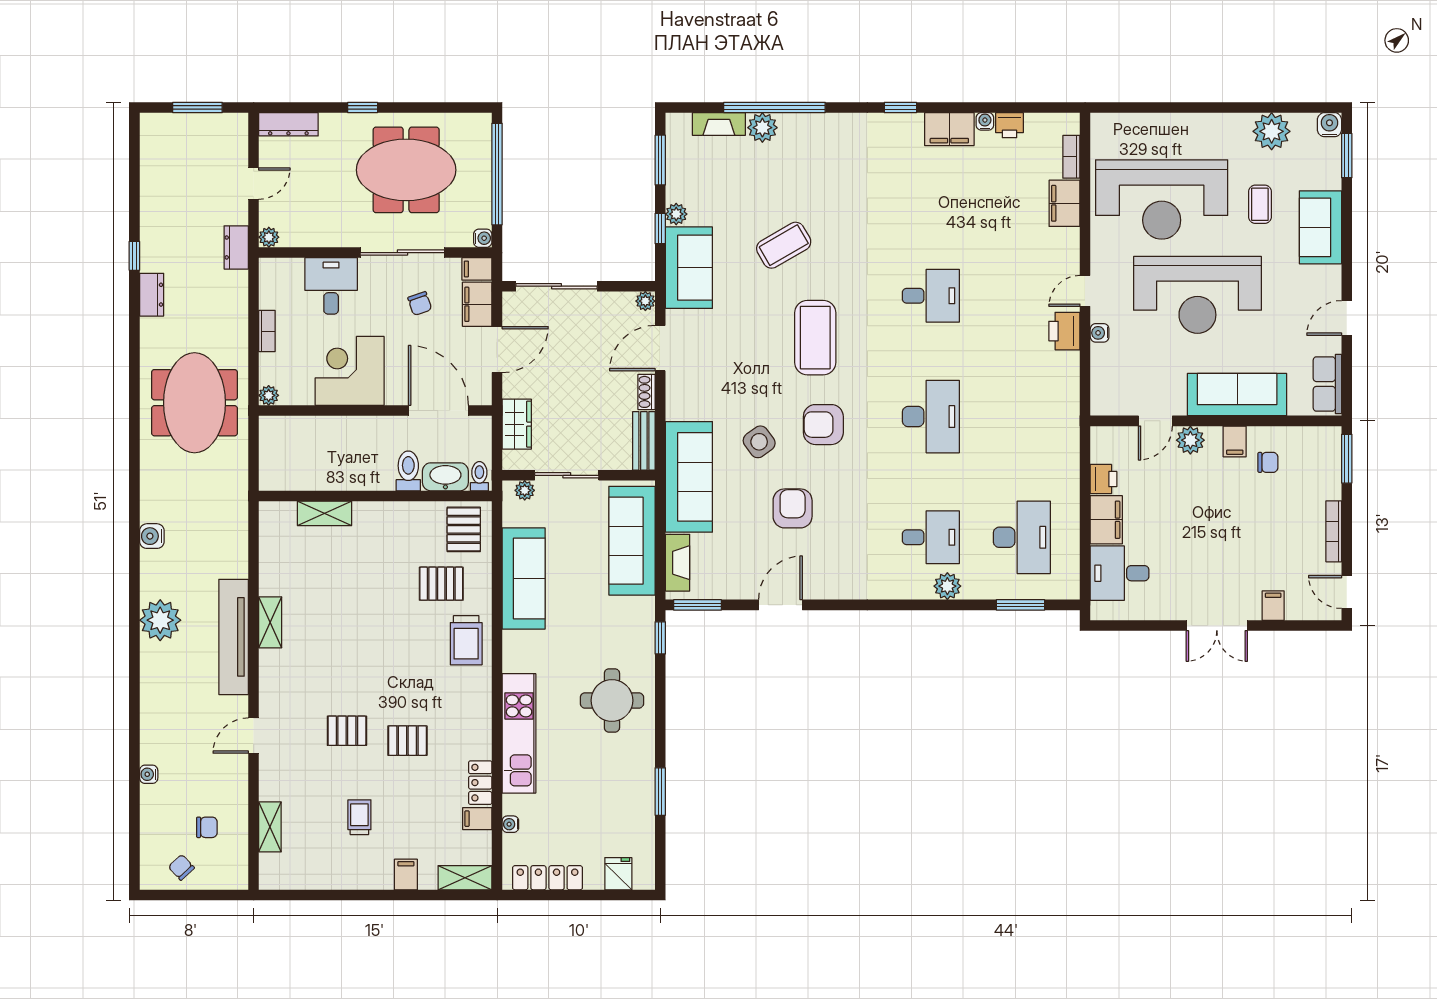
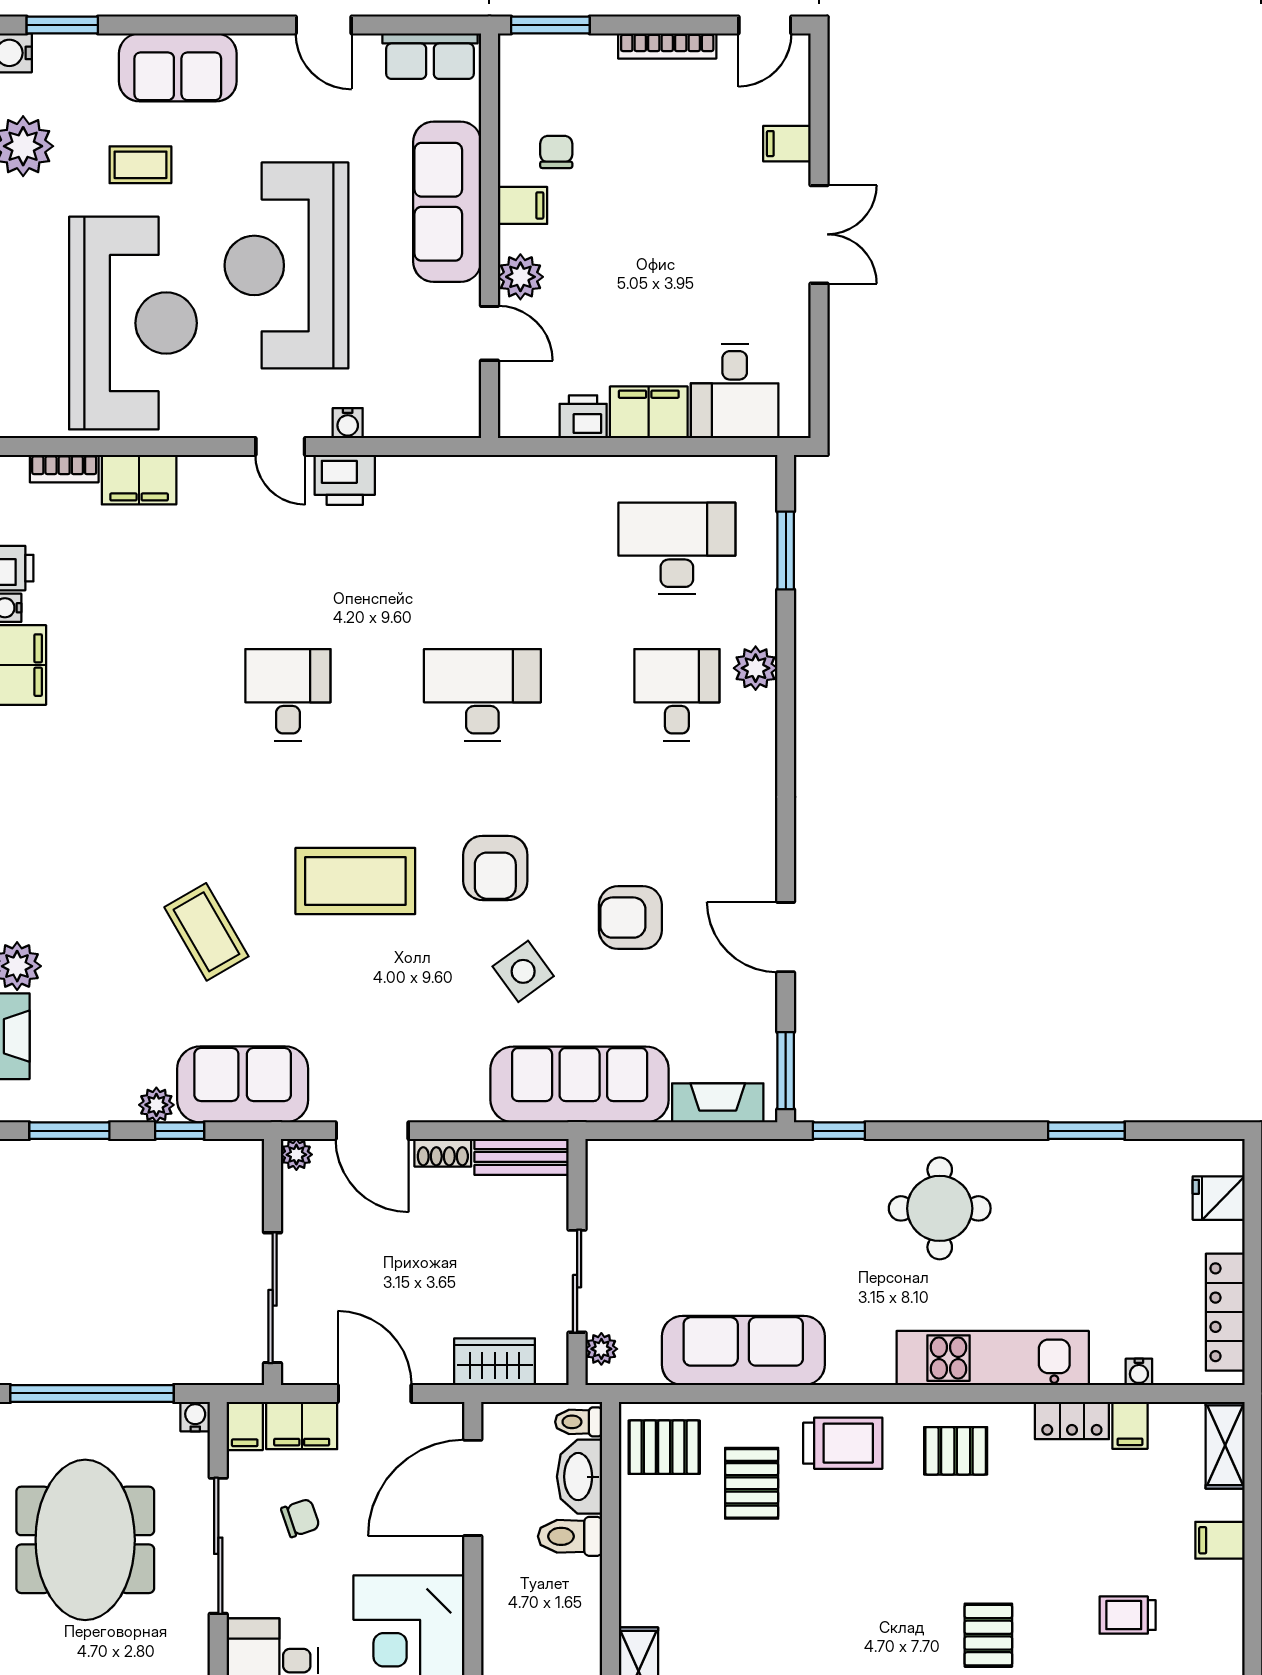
reception desk: (1197, 295) -> (286, 265), turned 180
sofa: (632, 541) -> (682, 1176), removed
pallet: (407, 741) -> (956, 1451), moved, turned 90

